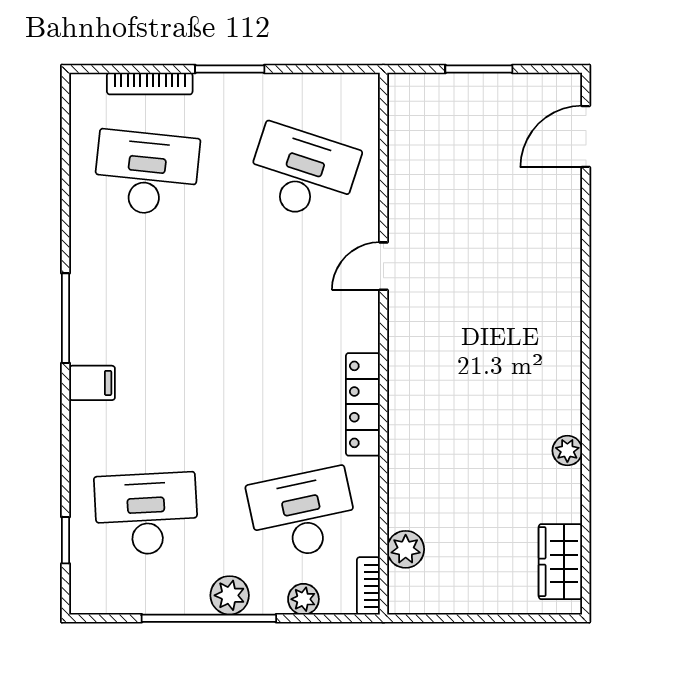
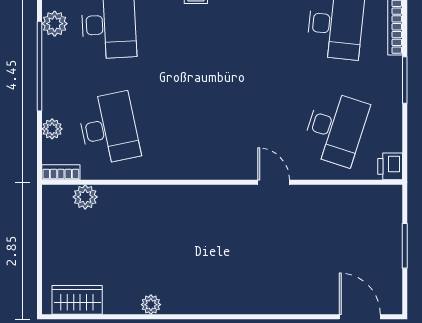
printer: (360, 91) -> (390, 166), added
locker: (363, 404) -> (182, 168), removed
plant: (230, 595) -> (55, 24), moved

